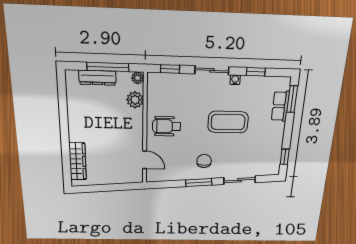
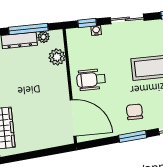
plant: (138, 78) -> (43, 37), moved
water cooler: (235, 80) -> (96, 30), moved
door: (145, 160) -> (73, 118), width x1.88

